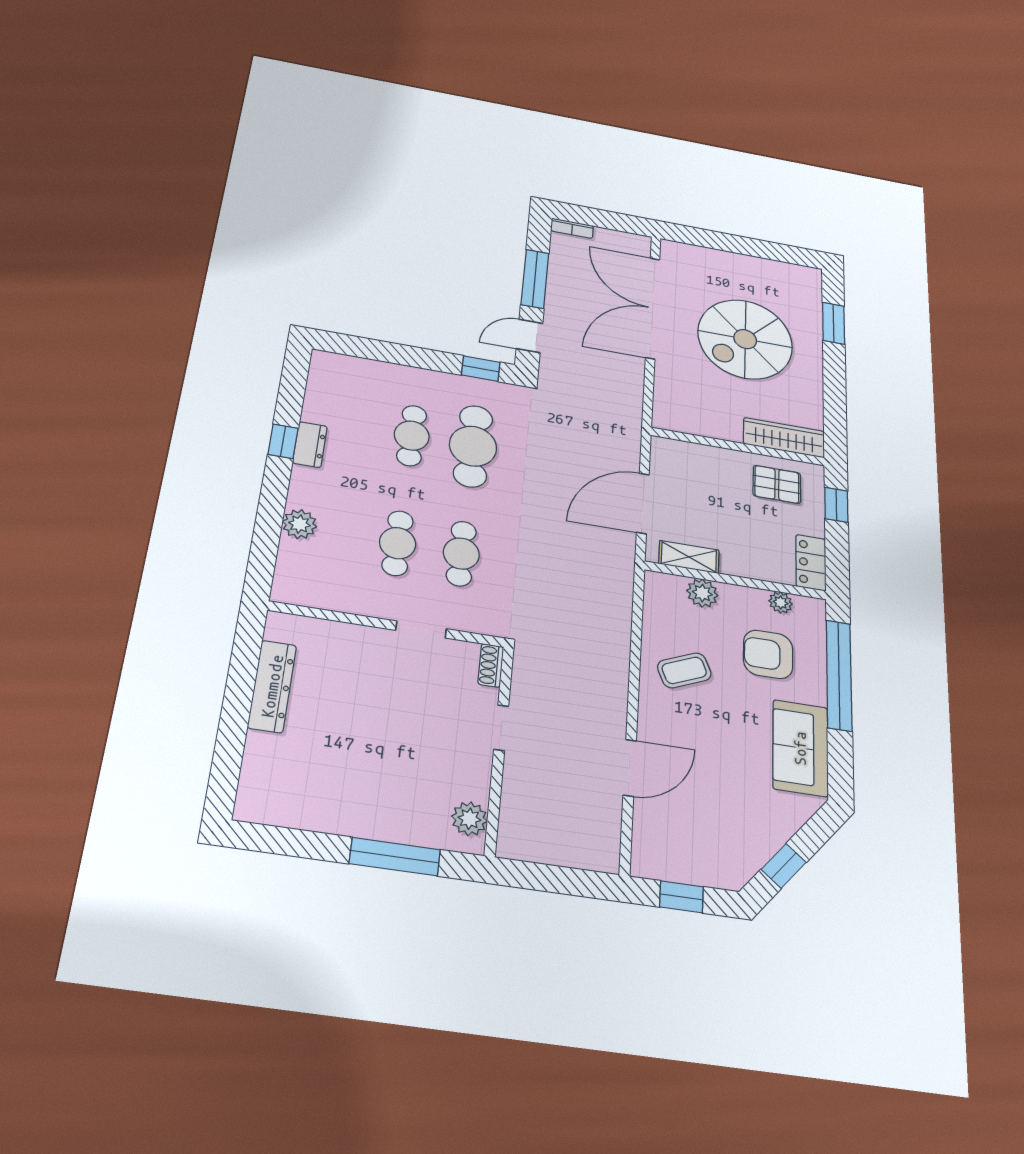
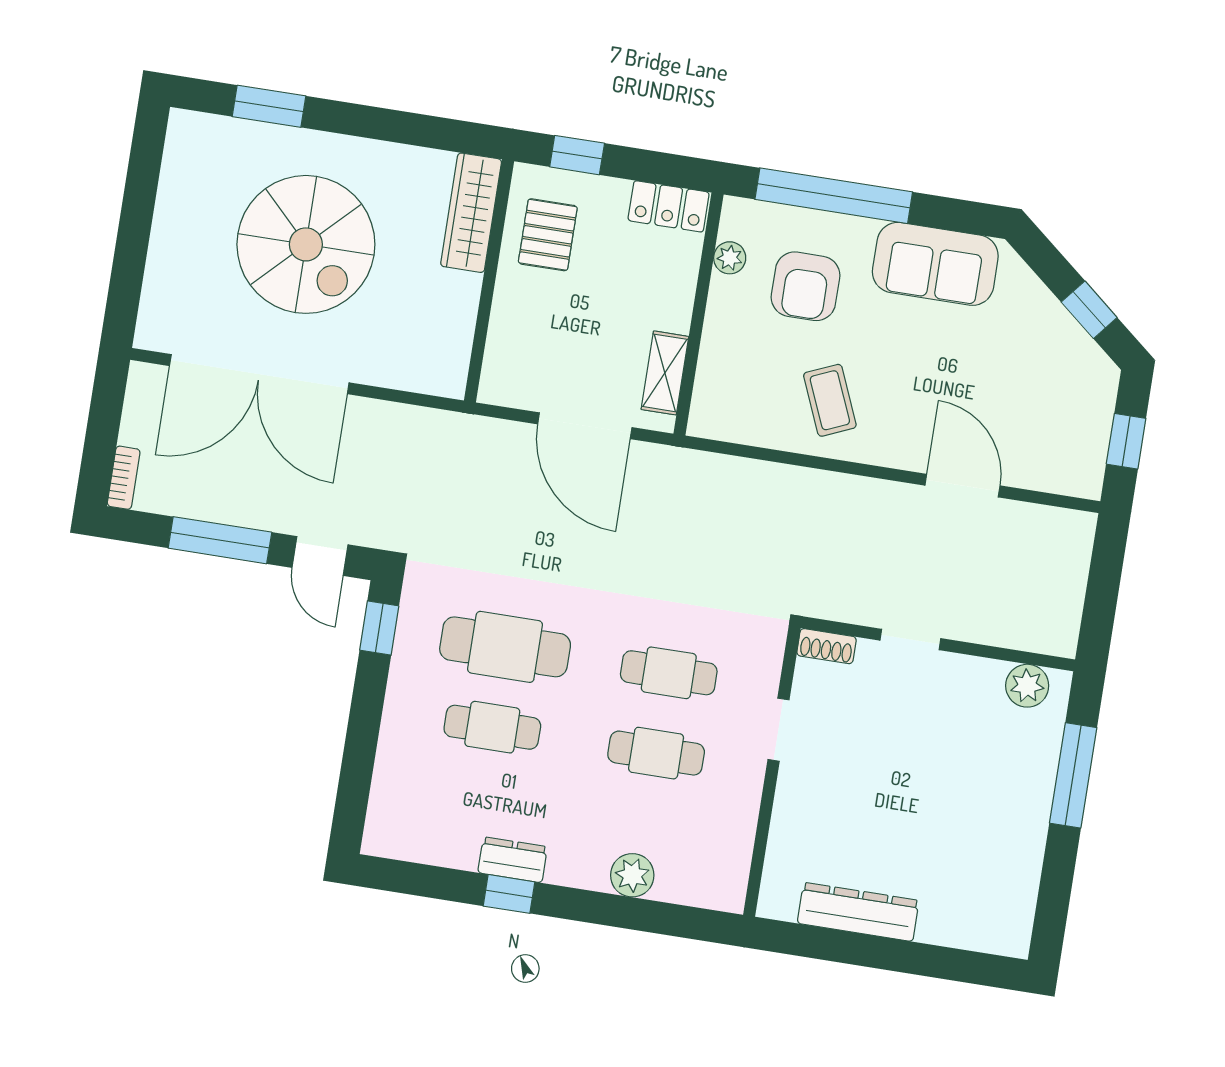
plant: (702, 593) -> (718, 362), removed

